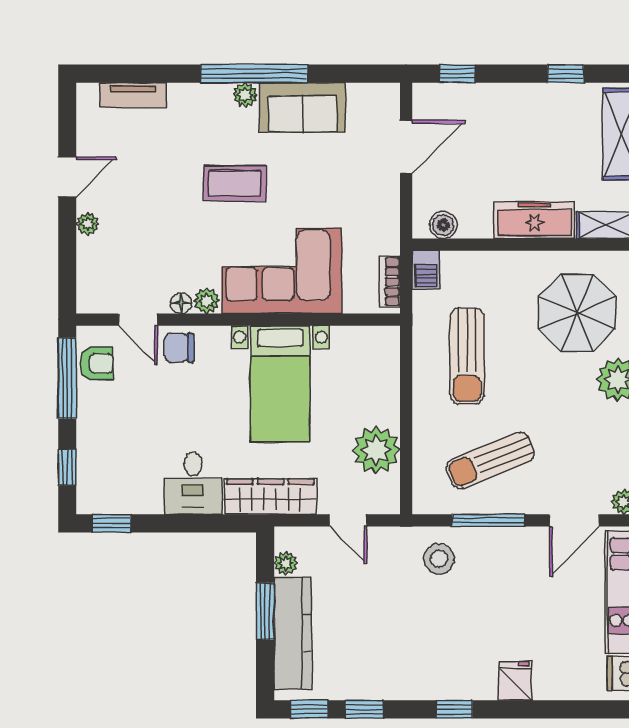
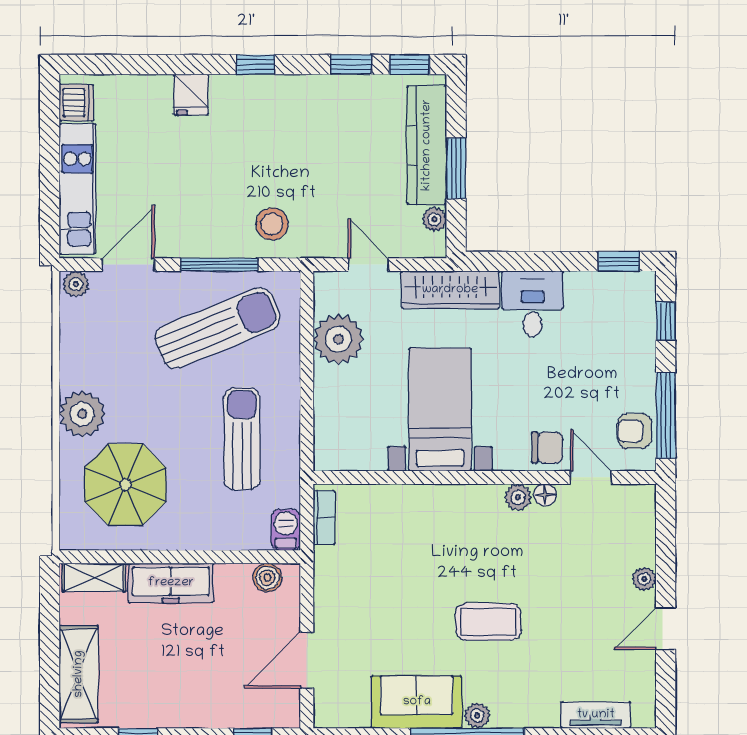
corner sofa: (282, 271) -> (438, 529), removed
sun lounger: (490, 460) -> (218, 328), width x1.36, depth x1.34

